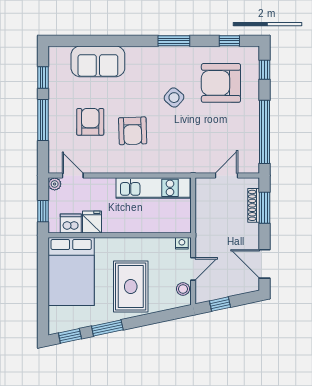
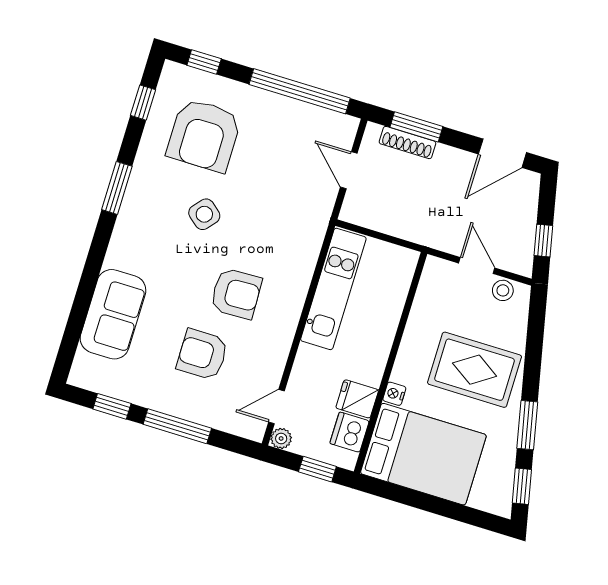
nightstand: (182, 243) -> (394, 394), moved

